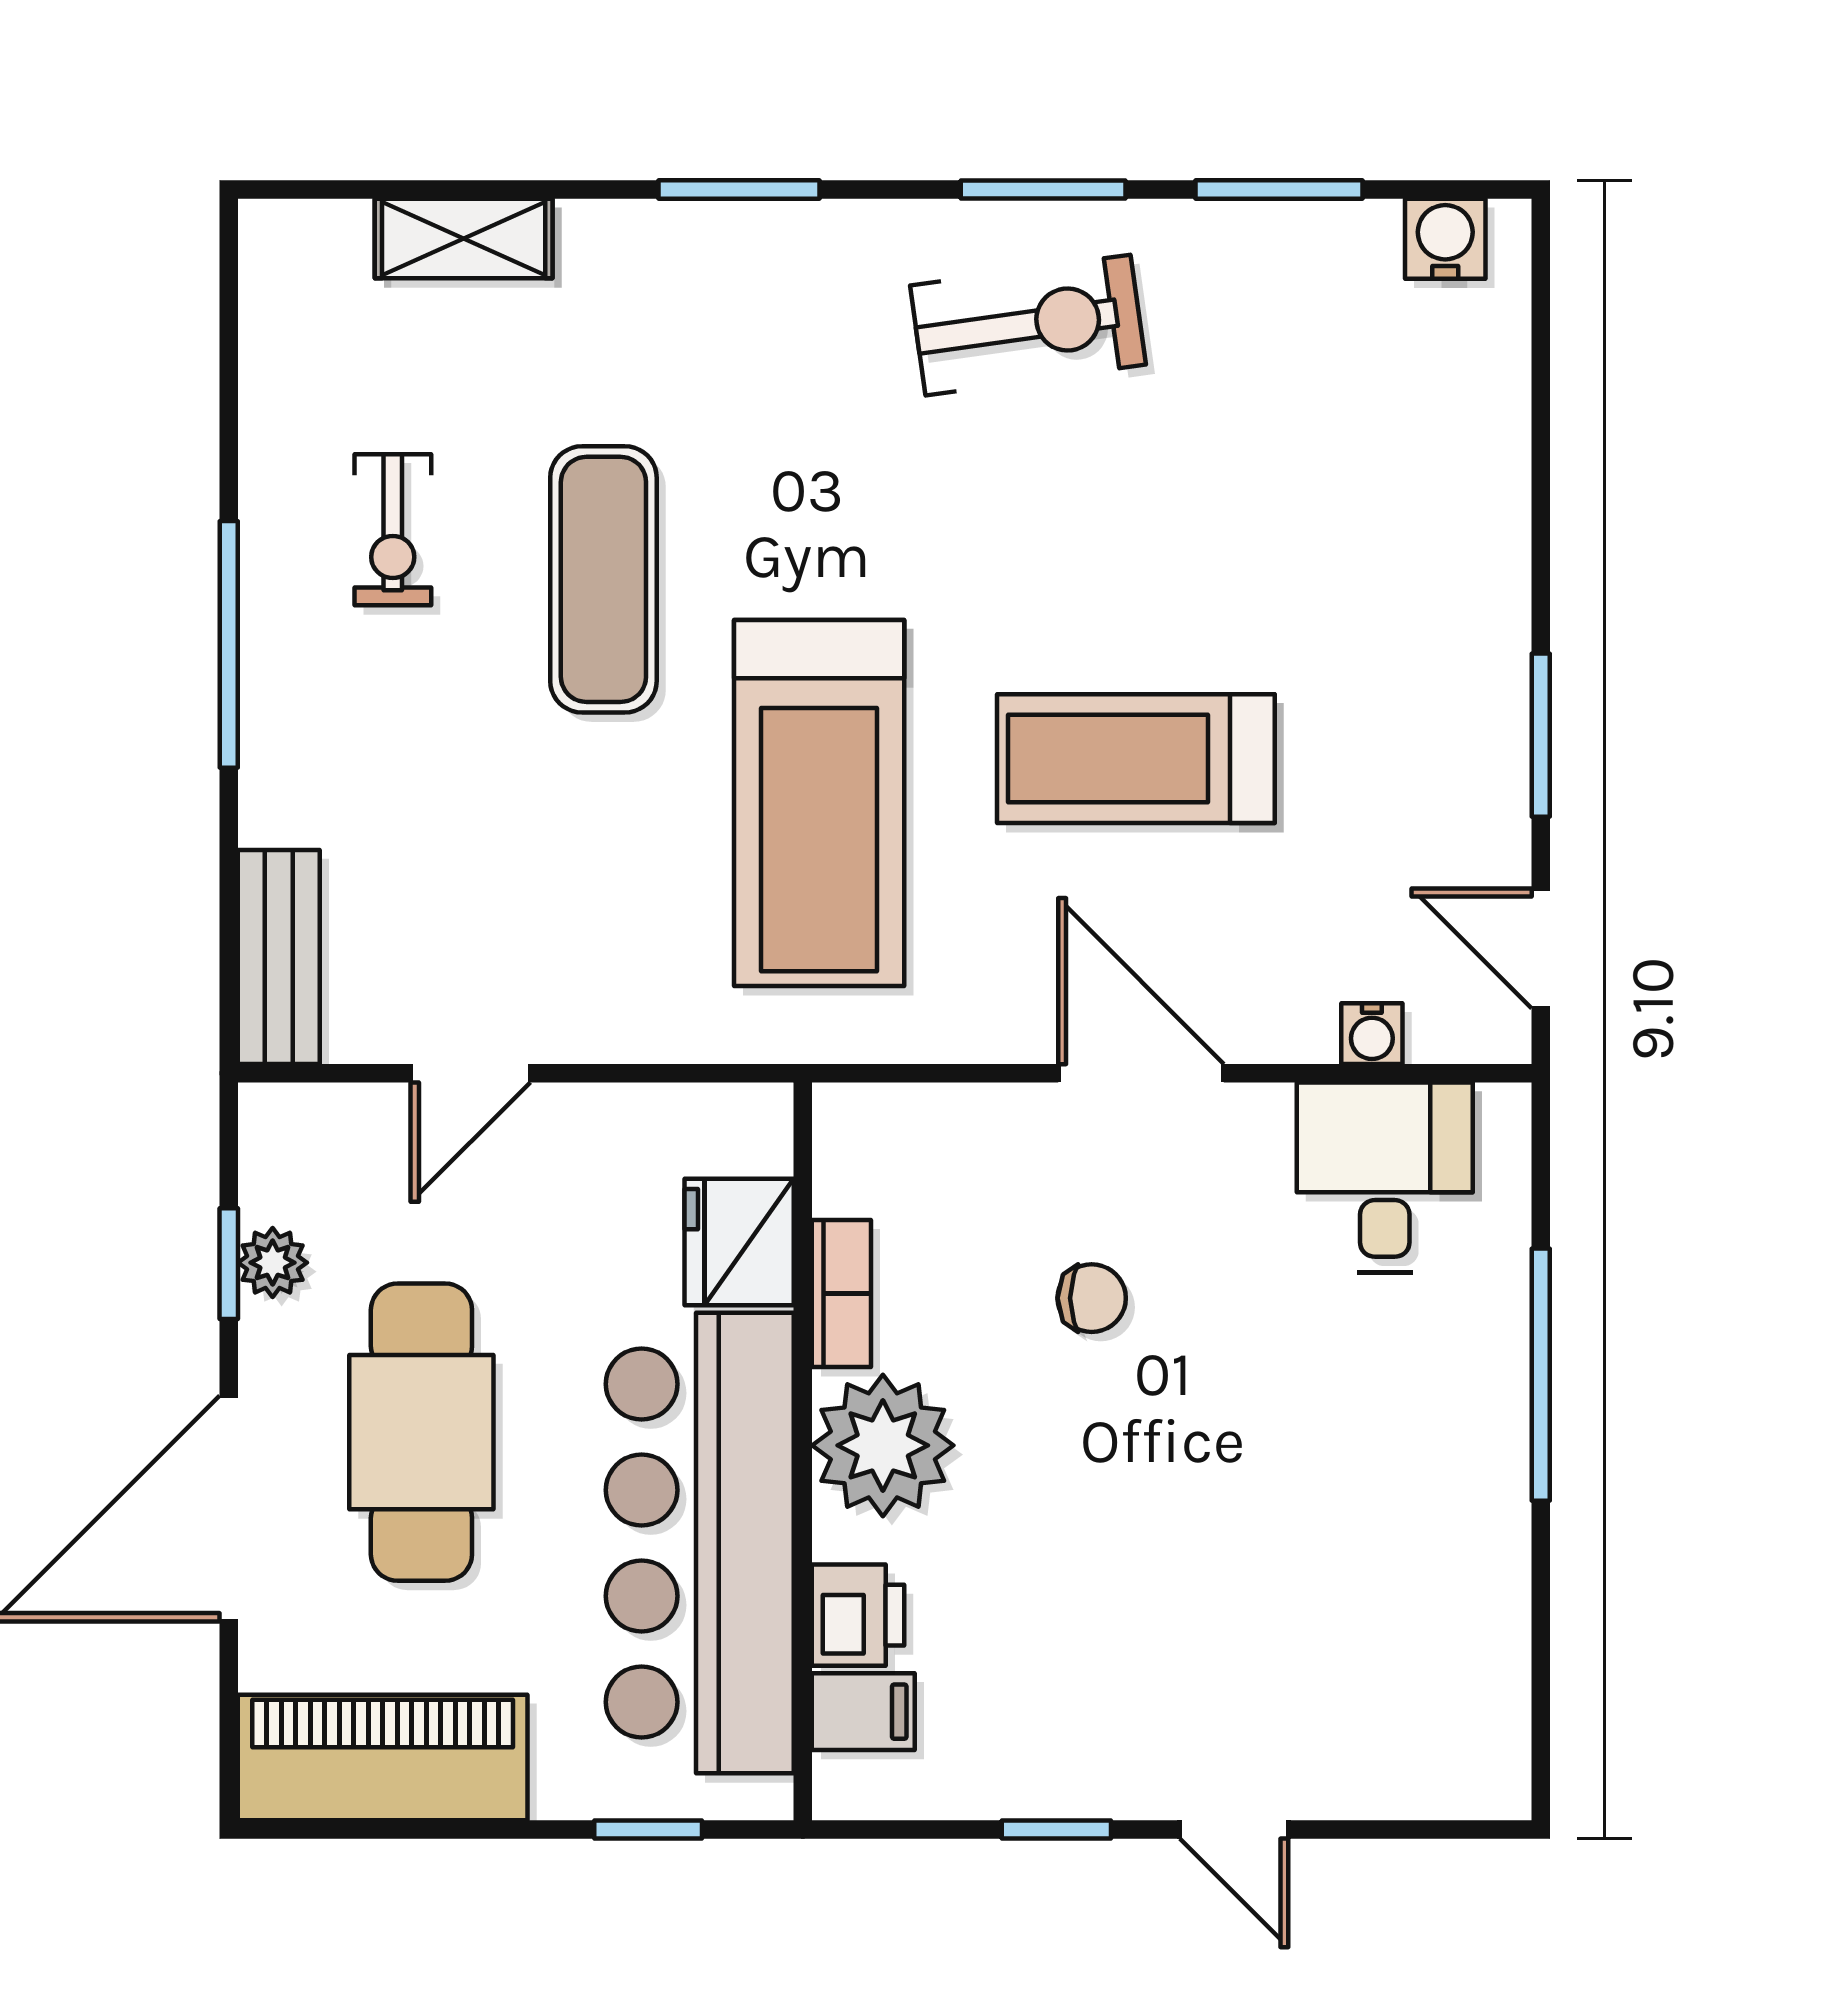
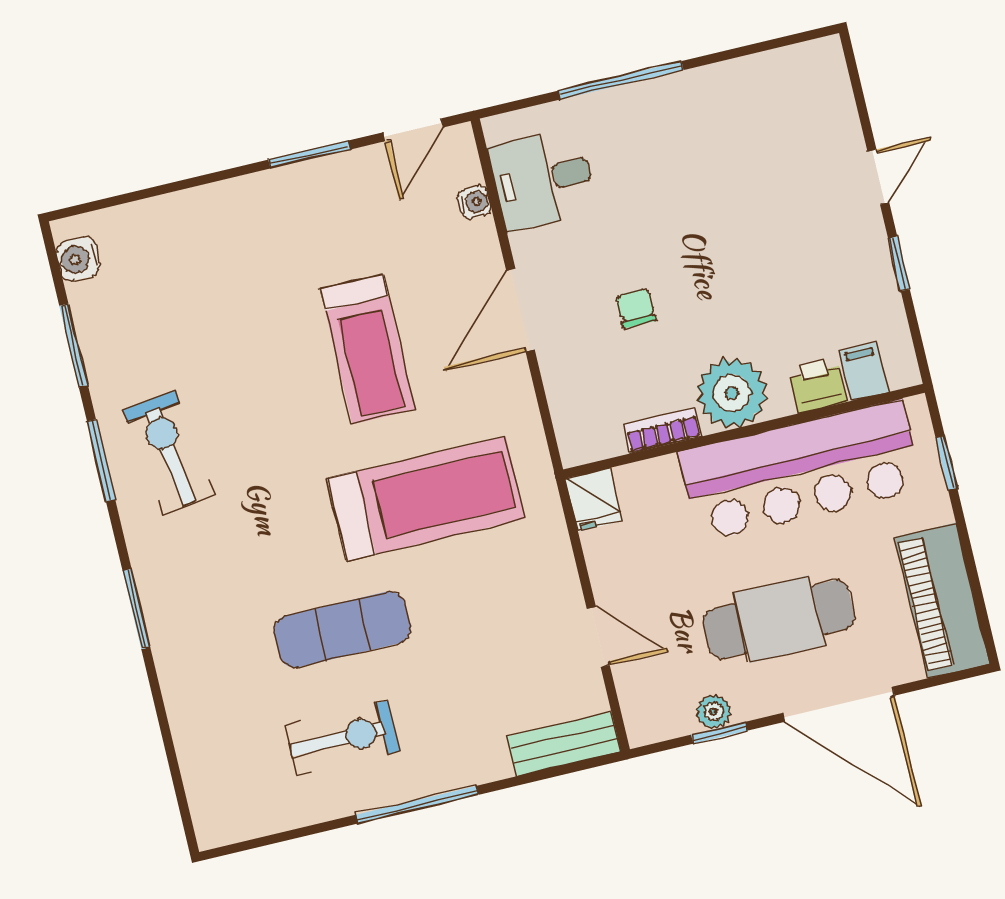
shelving: (464, 238) -> (192, 737), removed
exercise bike: (393, 530) -> (342, 738), width x1.38, depth x1.39
fridge: (739, 1242) -> (594, 500), moved, width x0.72

